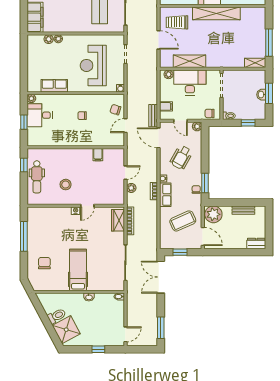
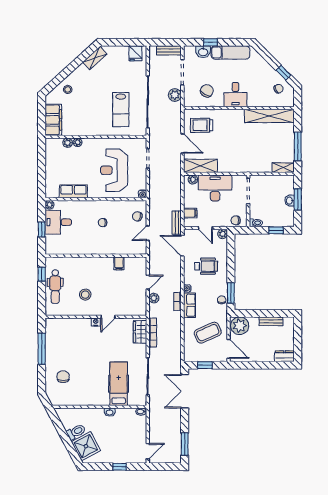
shelving: (216, 13) -> (269, 116), moved
shelving: (190, 61) -> (200, 166), moved
wheelchair: (181, 157) -> (206, 266), turned -119
hospital bed: (78, 270) -> (119, 384), moved

